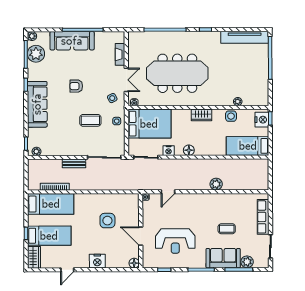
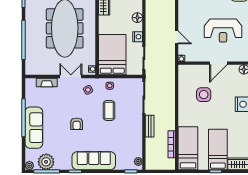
reception desk: (175, 241) -> (223, 31), turned 90

